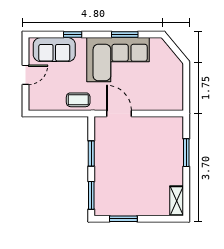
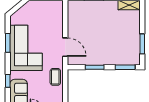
door: (119, 114) -> (65, 47), swing flipped

